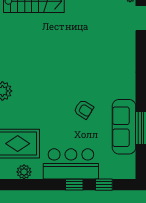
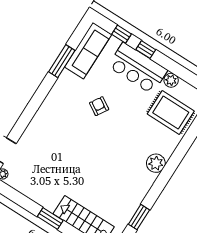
sofa: (124, 127) -> (88, 51), moved
plant: (24, 172) -> (171, 80), moved

